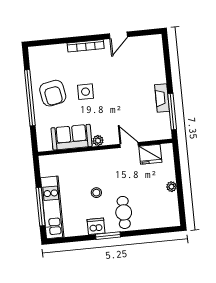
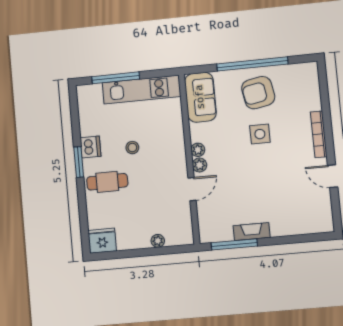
sofa: (72, 137) -> (200, 97), moved
plant: (110, 139) -> (199, 165), added
fridge: (150, 154) -> (102, 241), moved, turned 90
plant: (171, 187) -> (158, 241), moved
kitchen unit: (52, 207) -> (141, 90), moved

